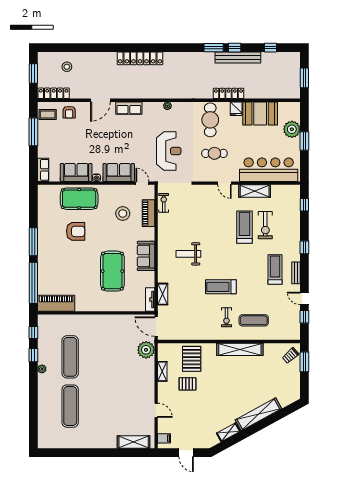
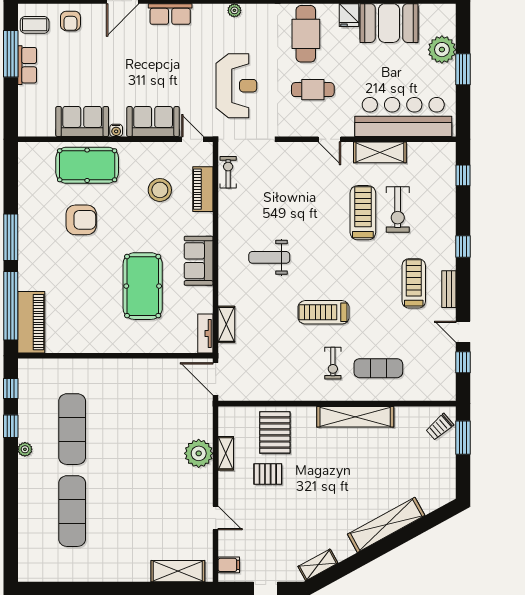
row of seats: (43, 170) -> (27, 65), moved
piano: (56, 303) -> (31, 322), moved, turned 90
plant: (146, 350) -> (199, 453), moved
shelving: (228, 432) -> (318, 565), moved

